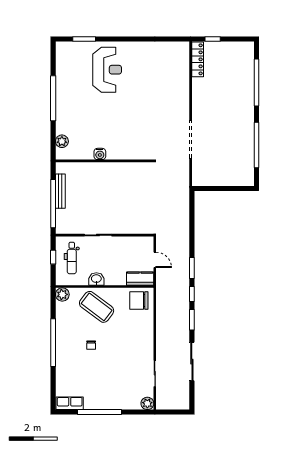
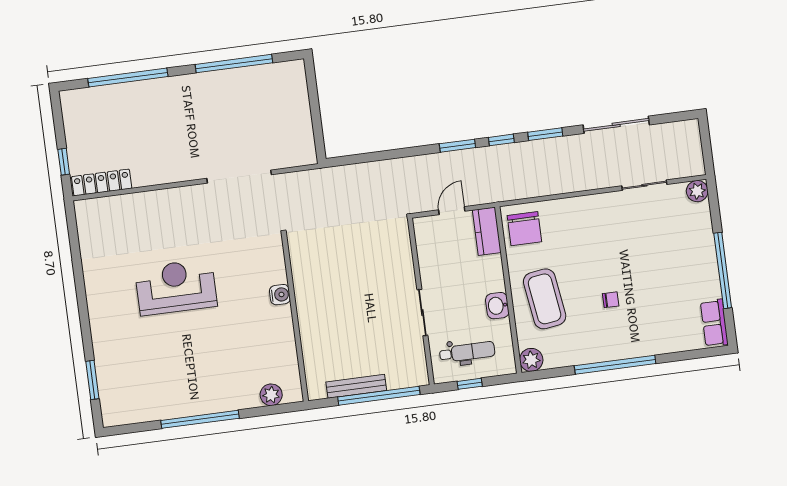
reception desk: (107, 70) -> (176, 287), moved
water cooler: (100, 154) -> (280, 295), moved
coffee table: (97, 307) -> (545, 299), turned -45

